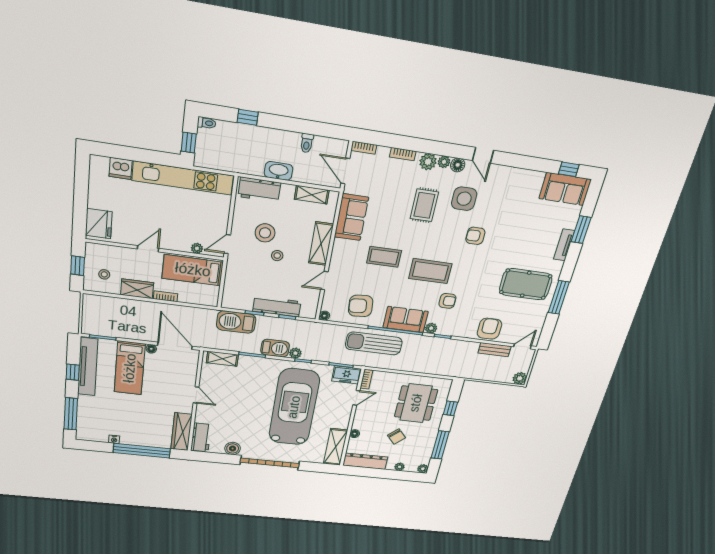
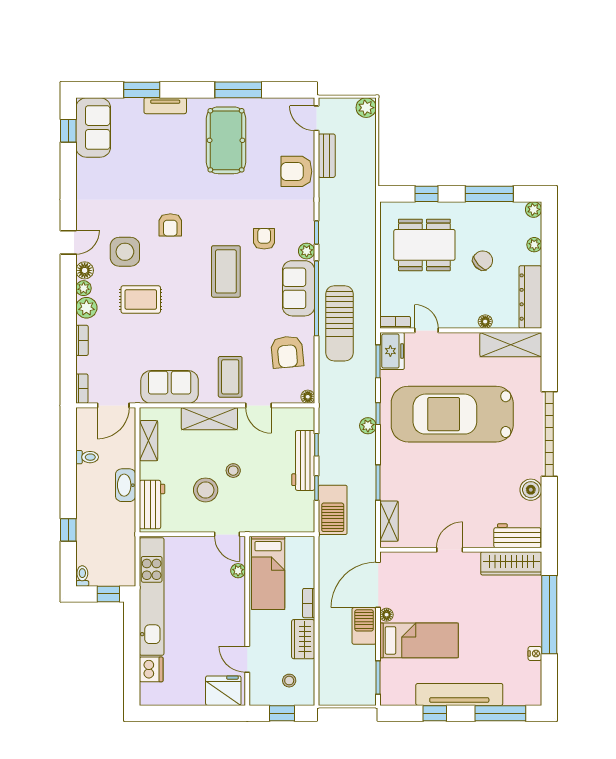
door: (148, 249) -> (247, 659), moved
coffee table: (384, 257) -> (230, 377), moved
barbecue: (275, 348) -> (364, 626), moved
tv unit: (88, 367) -> (459, 694), moved

